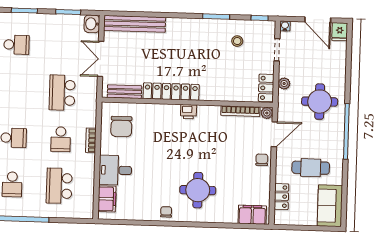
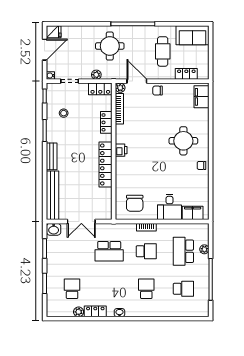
bench: (124, 92) -> (52, 156), moved
locker: (224, 94) -> (106, 122), added
chair: (121, 127) -> (135, 203), turned 90
school desk: (59, 186) -> (183, 251), turned 90
plant: (61, 212) -> (204, 249), added

